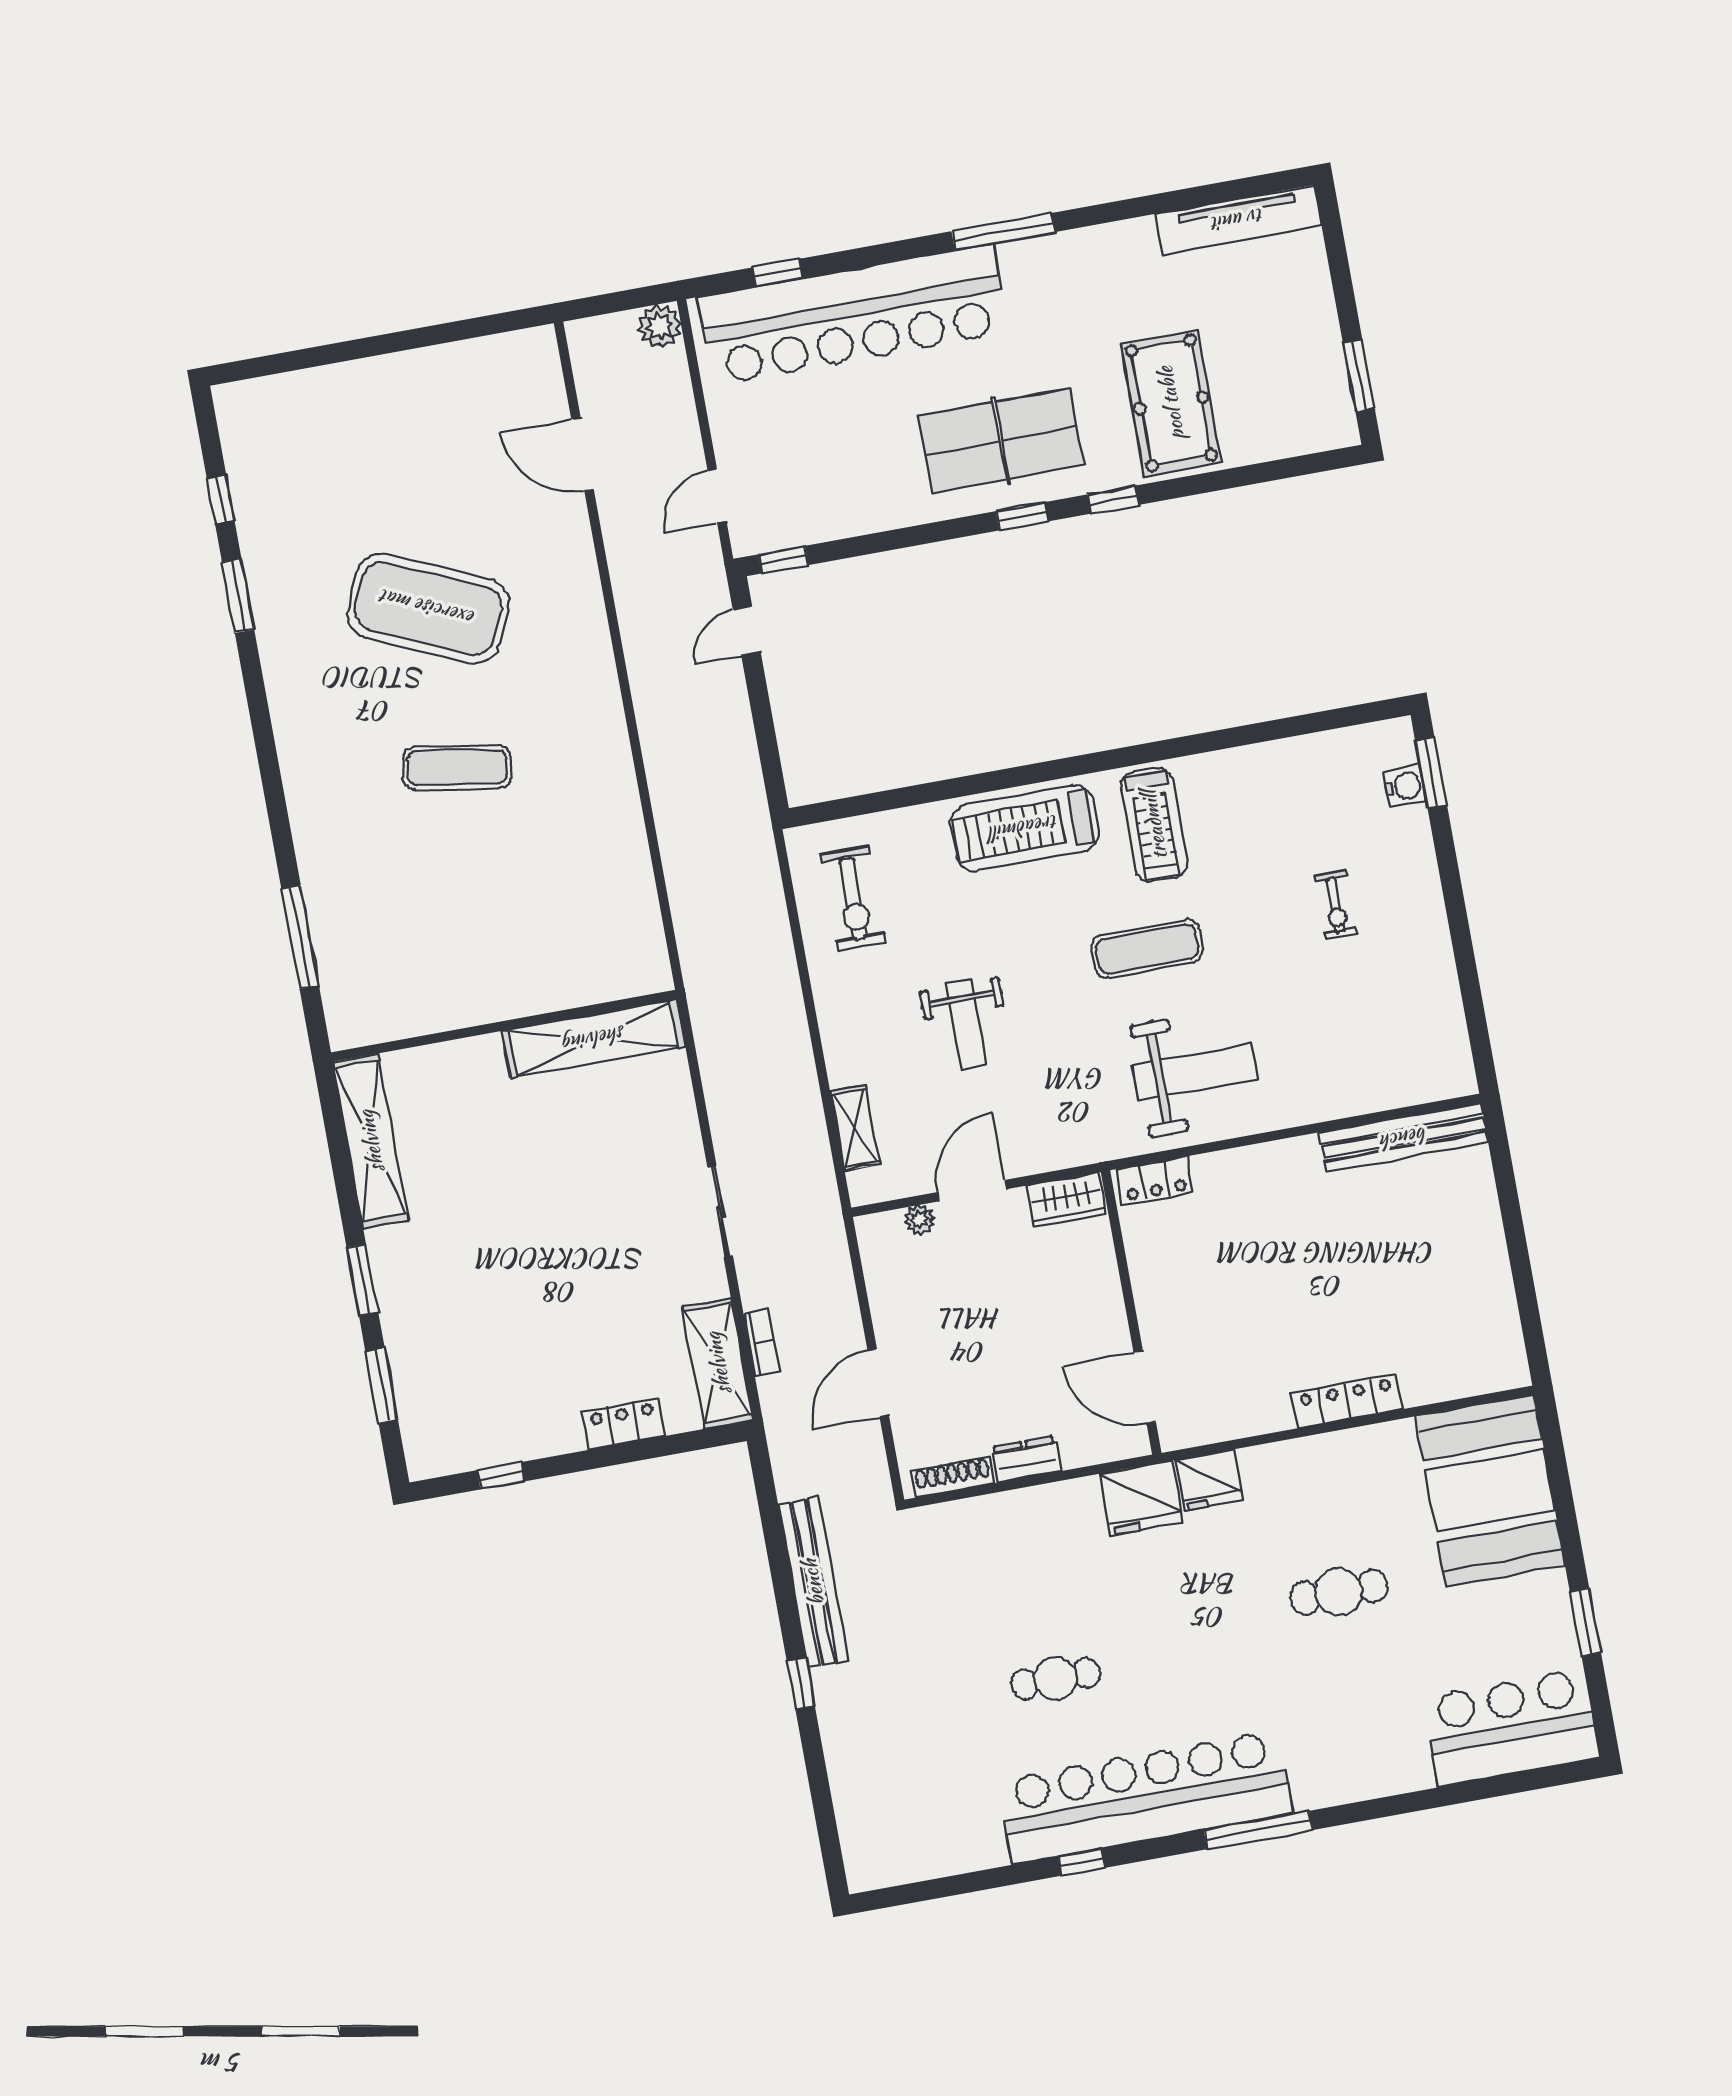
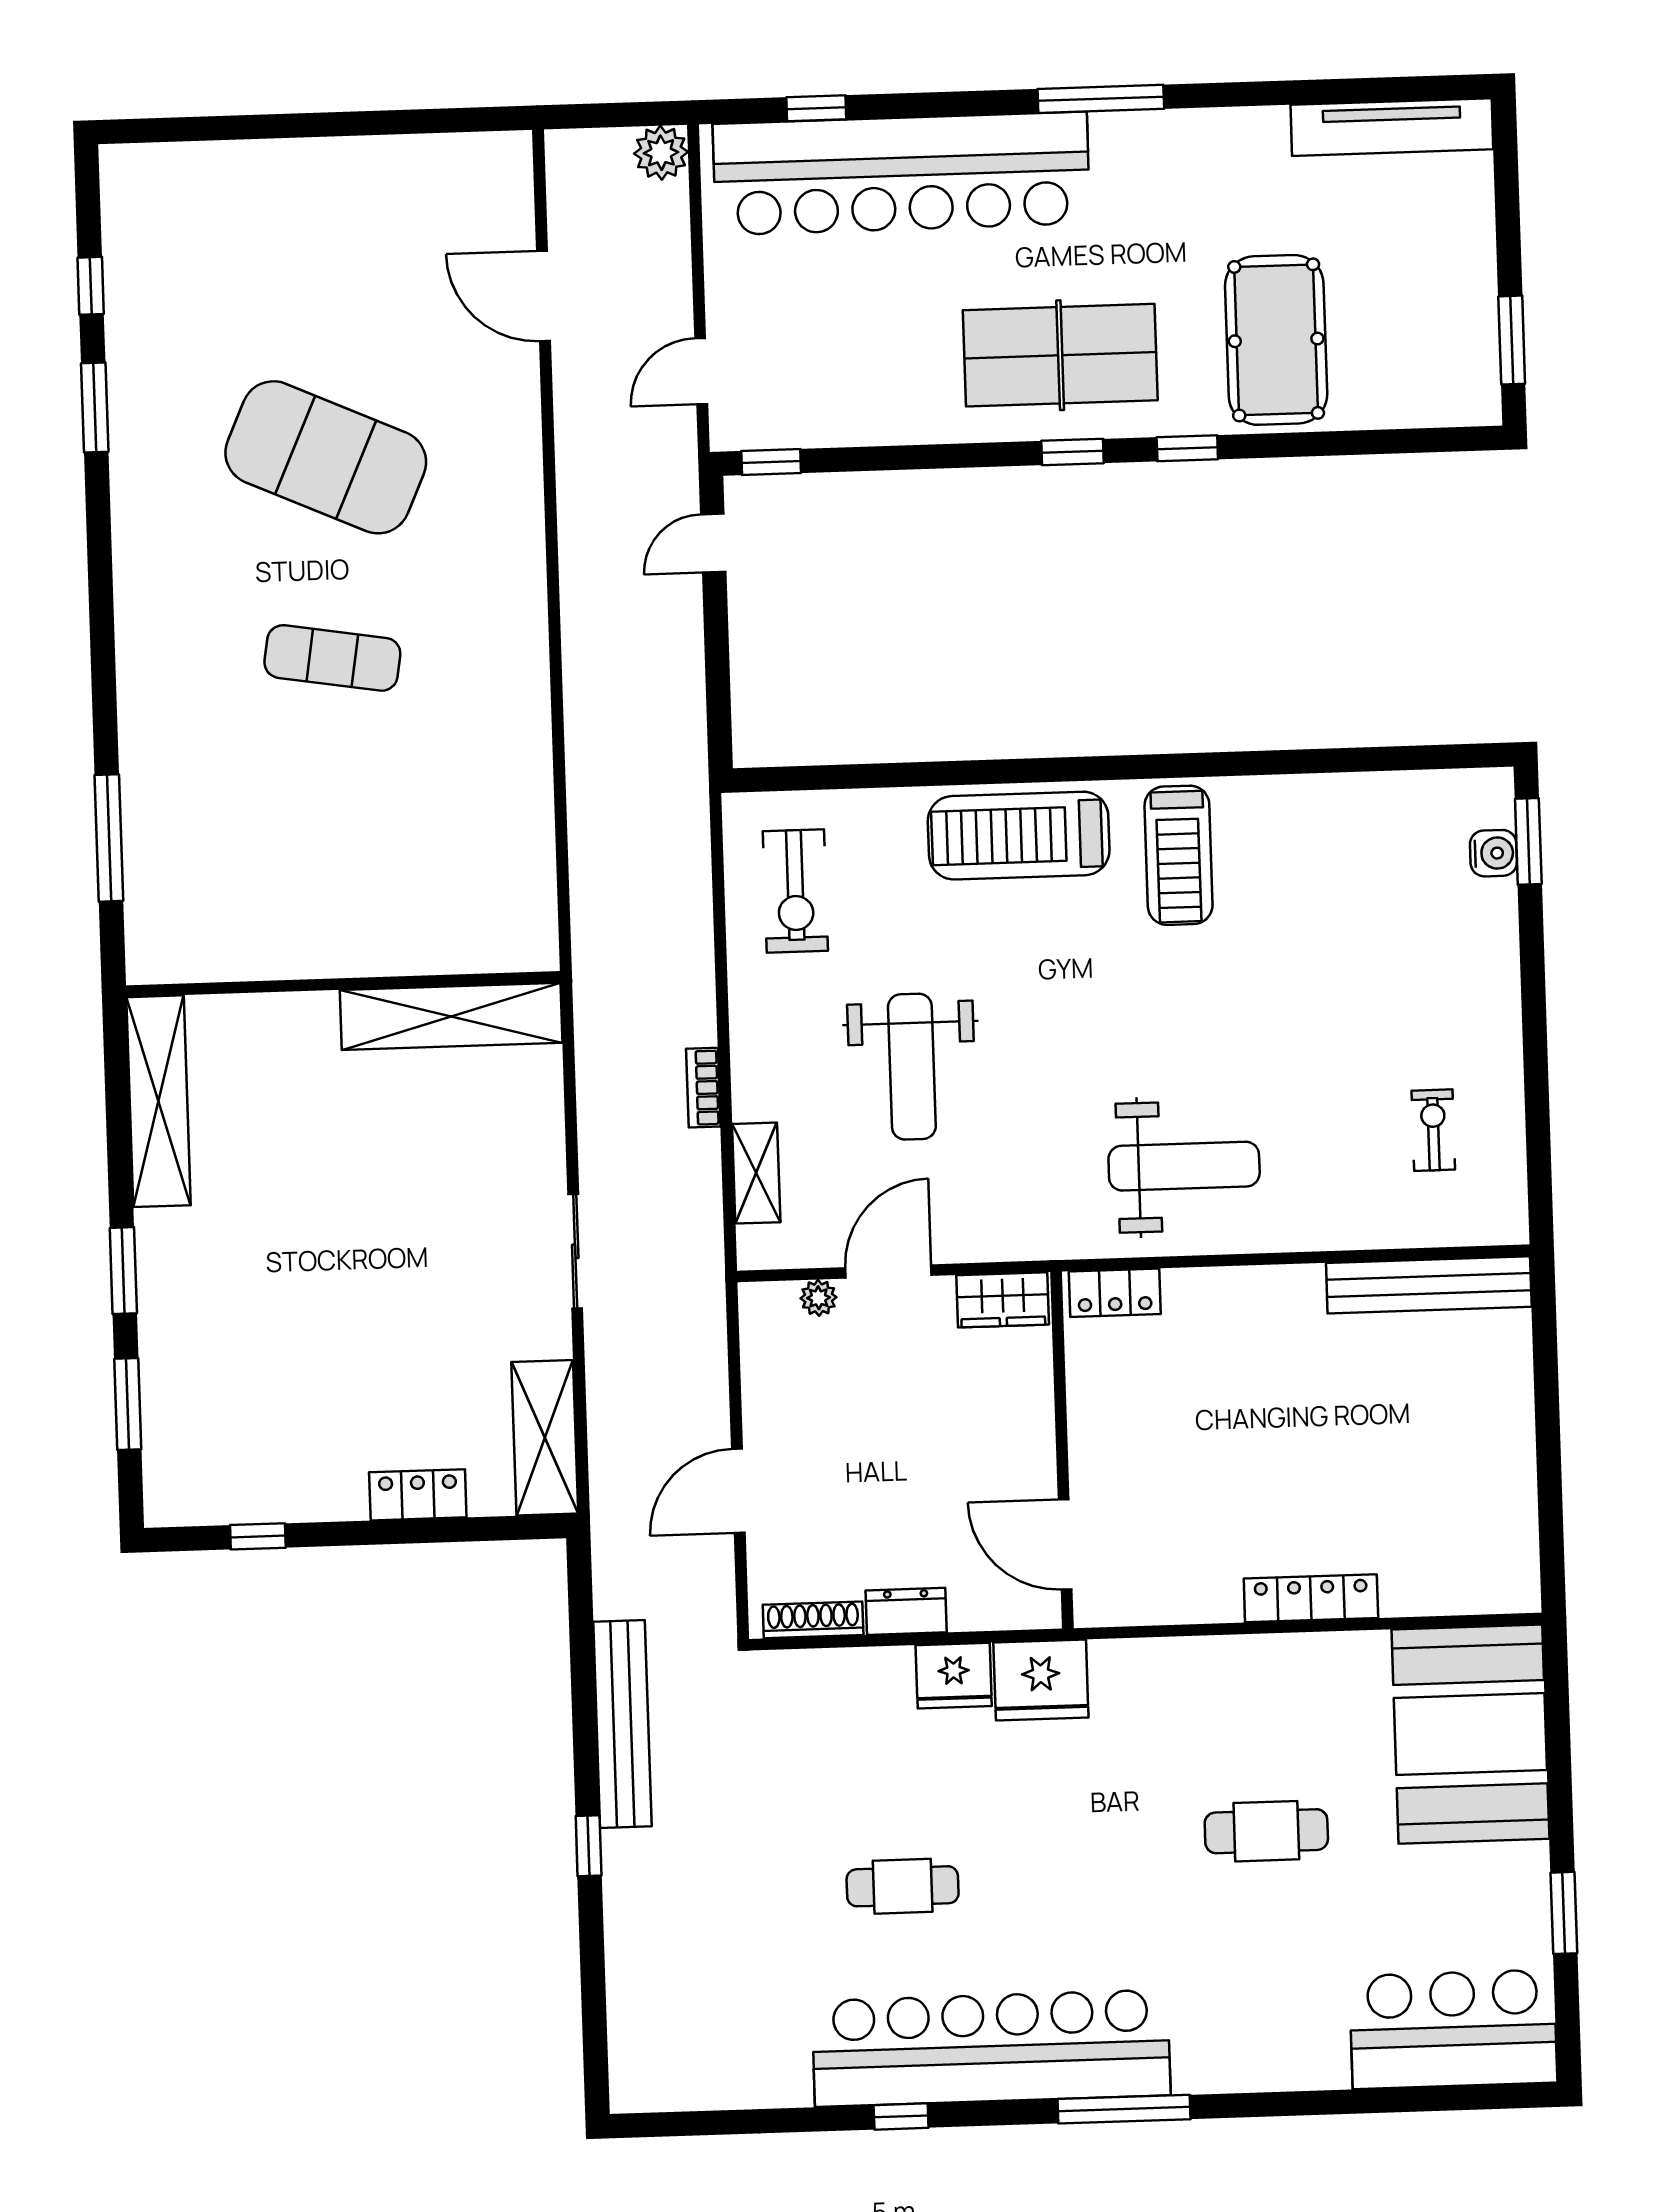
exercise bike: (1336, 905) -> (1433, 1130), moved, turned 180
exercise mat: (1147, 949) -> (1148, 1006), removed
weight bench: (967, 1025) -> (912, 1067), width x1.36, depth x1.33
bookcase: (762, 1342) -> (703, 1088), moved, turned 180
fridge: (1209, 1480) -> (954, 1676), moved

